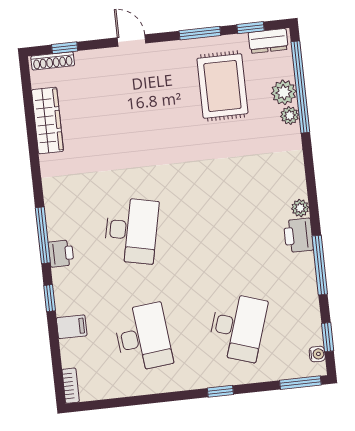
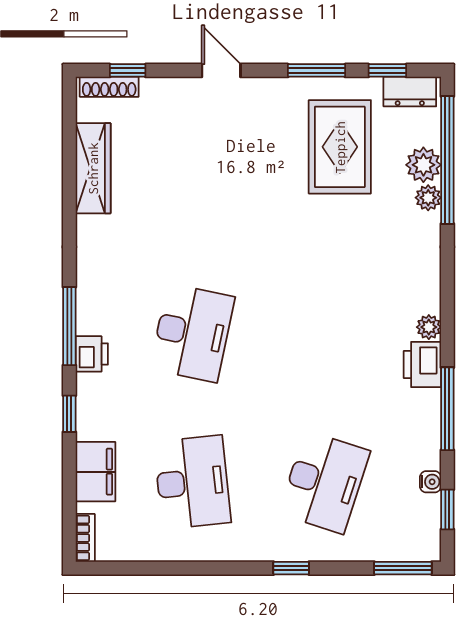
filing cabinet: (72, 327) -> (96, 472), width x2.00
water cooler: (317, 354) -> (430, 482), moved

